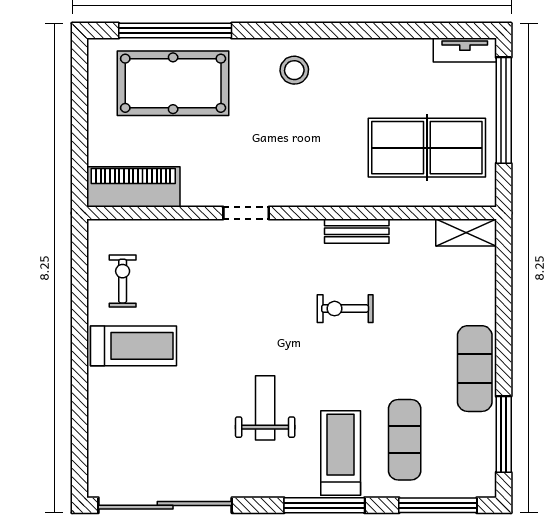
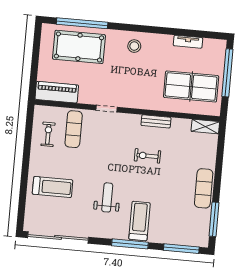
tv unit: (465, 50) -> (188, 42), moved
treadmill: (134, 346) -> (53, 187), moved
exercise mat: (405, 440) -> (74, 129), moved

